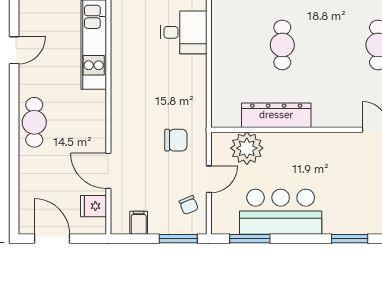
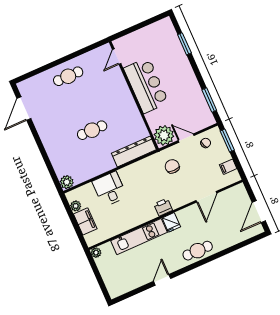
door: (14, 50) -> (162, 280), hinge flipped
printer: (121, 100) -> (163, 207), added
dresser: (276, 115) -> (134, 151), moved, turned 90
plant: (247, 148) -> (164, 135), moved
fridge: (93, 206) -> (171, 222), moved
bar counter: (281, 212) -> (146, 85), moved, turned 180

